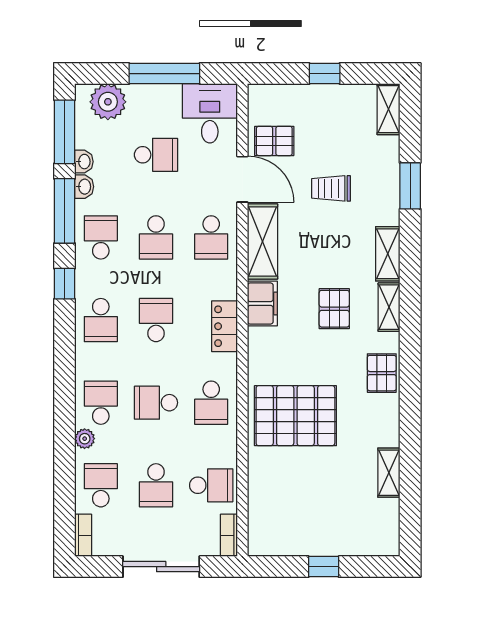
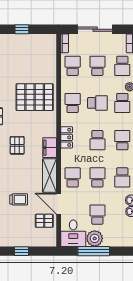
plant: (108, 102) -> (95, 238), moved
school desk: (156, 155) -> (97, 215), turned 90
school desk: (211, 485) -> (73, 66), turned 90

